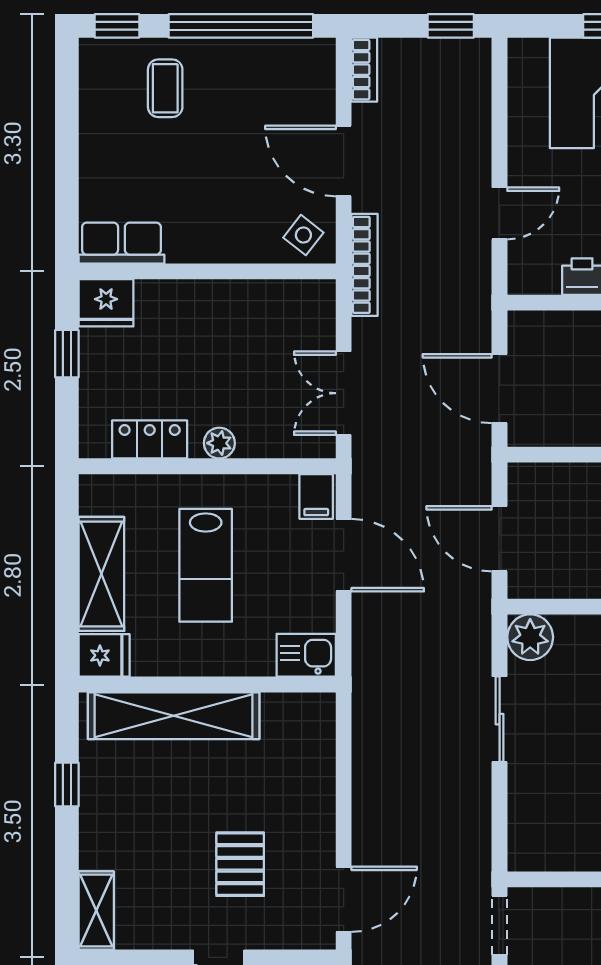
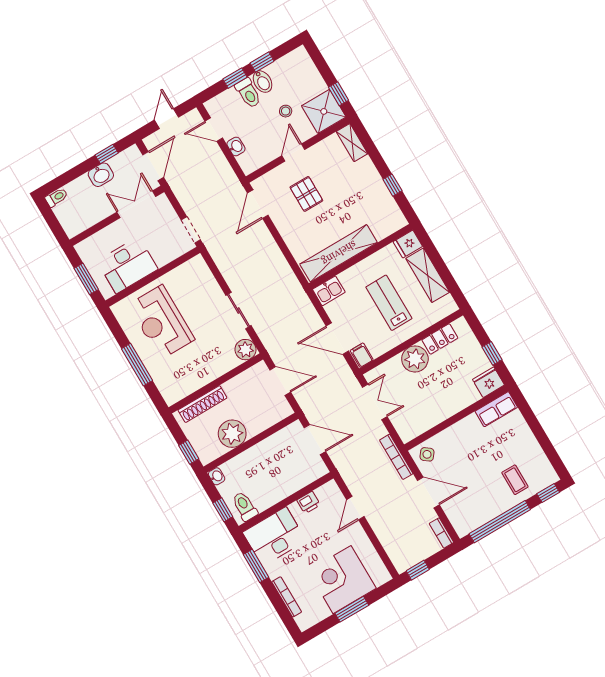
plant: (219, 443) -> (415, 359), width x1.87, depth x1.87
shelving: (174, 716) -> (339, 253), moved

